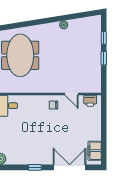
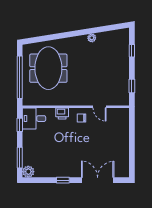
window: (104, 58) -> (132, 86), moved
printer: (90, 101) -> (62, 113), moved
filing cabinet: (95, 151) -> (123, 163), removed

